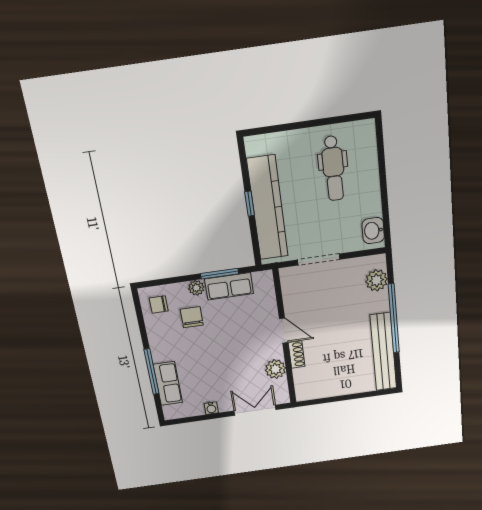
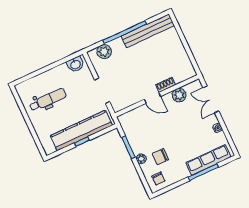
row of seats: (229, 286) -> (134, 139), removed
door: (284, 331) -> (152, 98), swing flipped
row of seats: (168, 383) -> (208, 160), width x1.48

